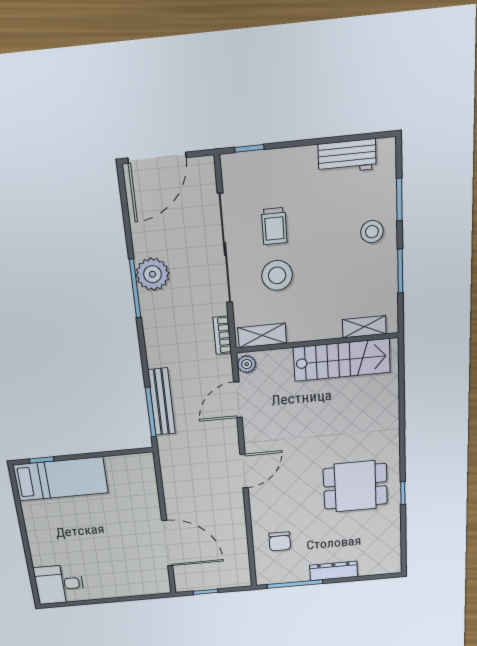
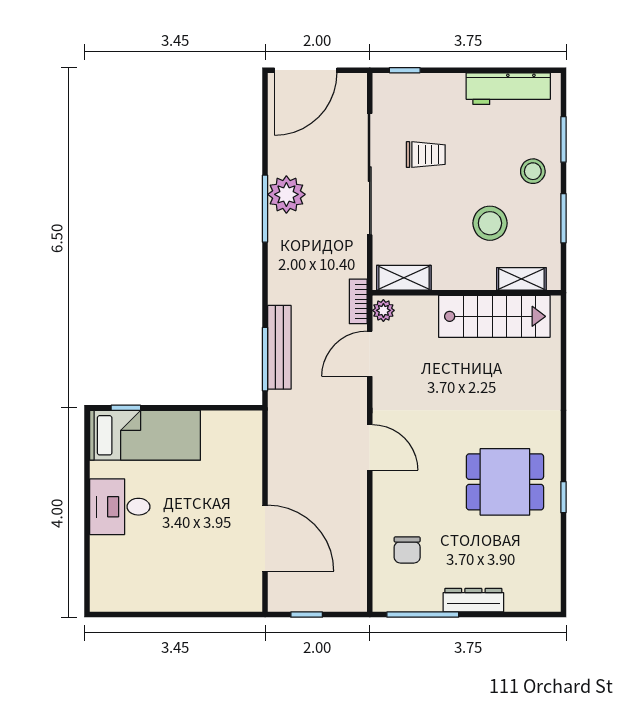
workbench: (347, 156) -> (508, 89), width x1.38
trolley: (274, 226) -> (426, 155), turned -90
stool: (277, 275) -> (490, 223), moved
bookcase: (222, 335) -> (358, 301), moved
door: (244, 471) -> (370, 447), hinge flipped
desk: (59, 584) -> (120, 507), moved

